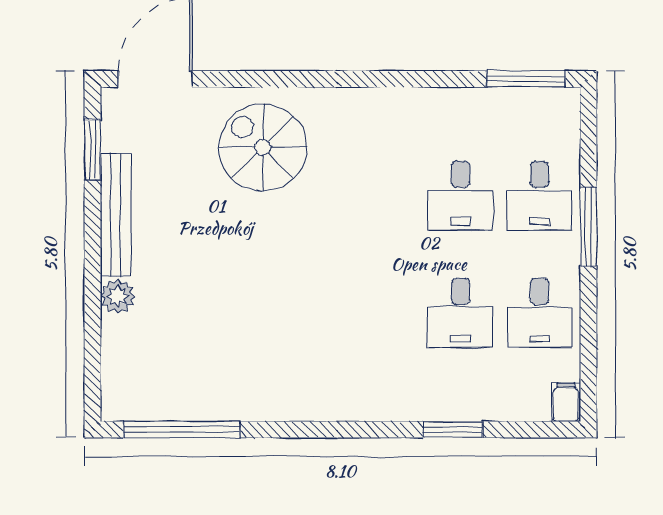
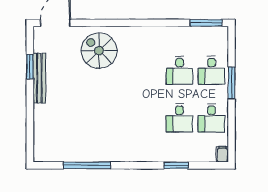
window: (93, 150) -> (30, 67), moved
plant: (118, 296) -> (40, 111), removed
window: (182, 430) -> (87, 165), moved

